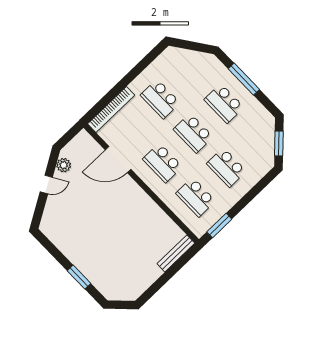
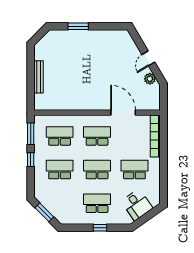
desk: (190, 66) -> (137, 205), added
window: (244, 79) -> (100, 228), width x0.46
door: (118, 160) -> (123, 113), hinge flipped
window: (243, 203) -> (31, 160), added
bench: (176, 253) -> (38, 77), moved

